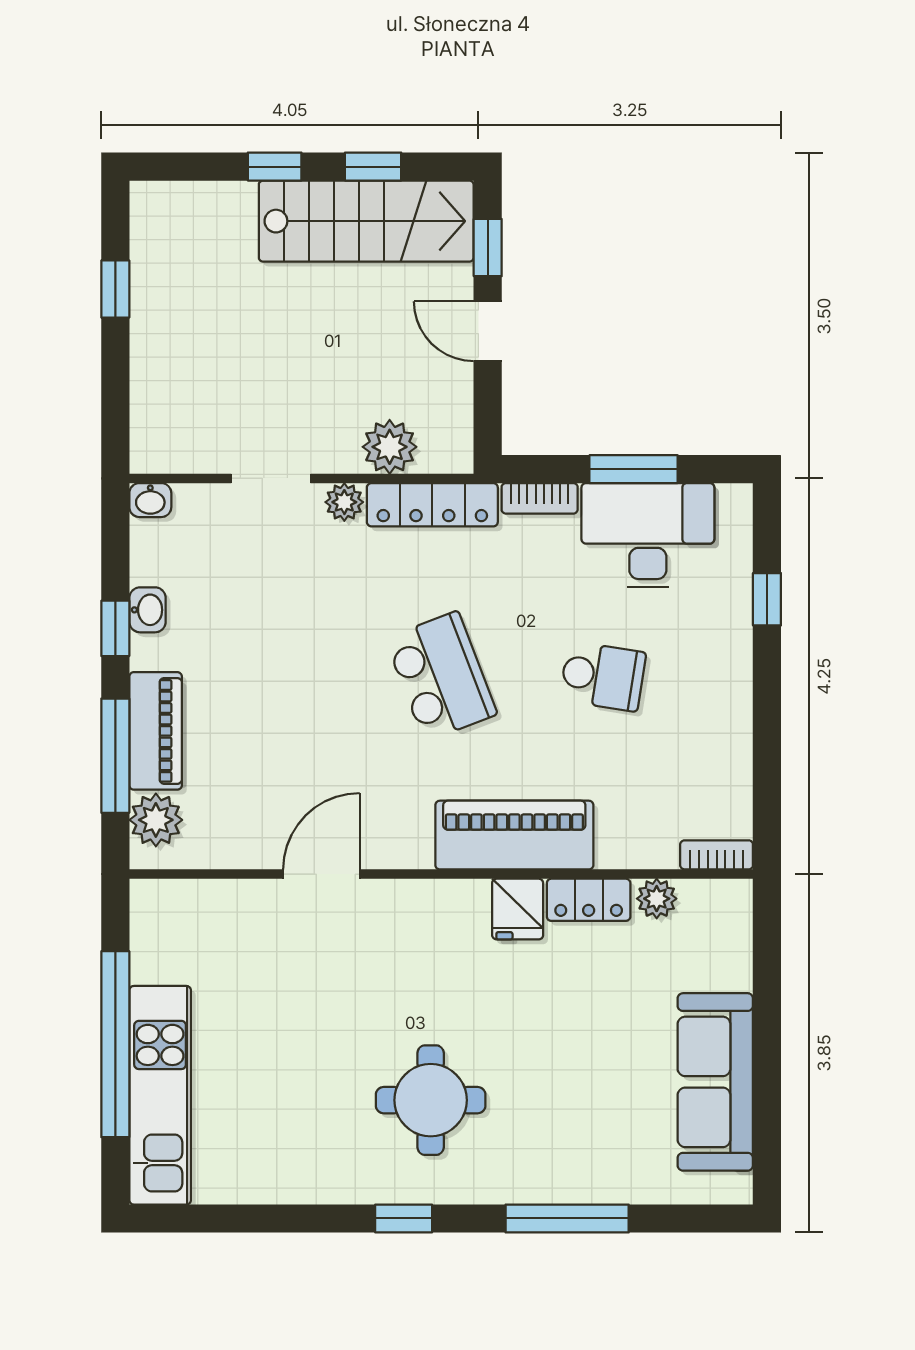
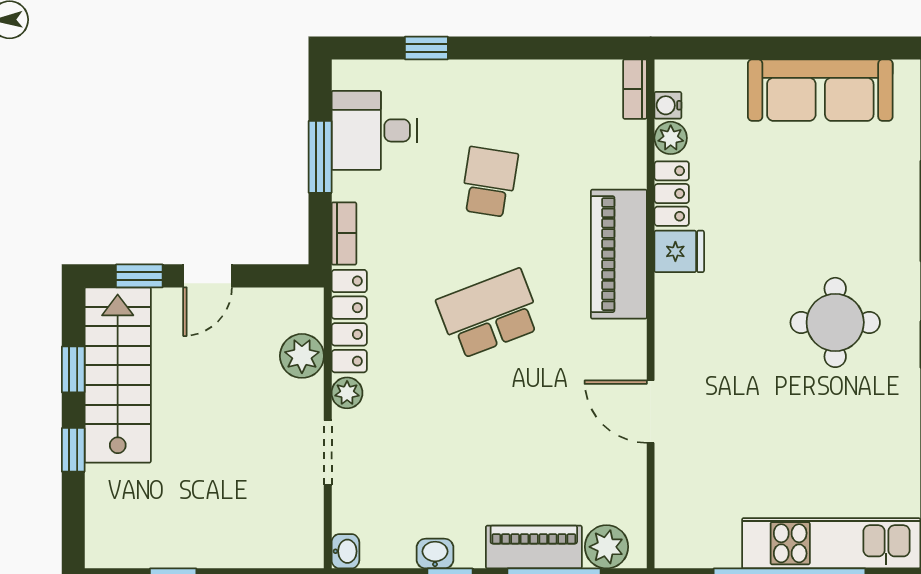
desk: (648, 535) -> (374, 130), width x0.73
water cooler: (697, 895) -> (668, 105), added

